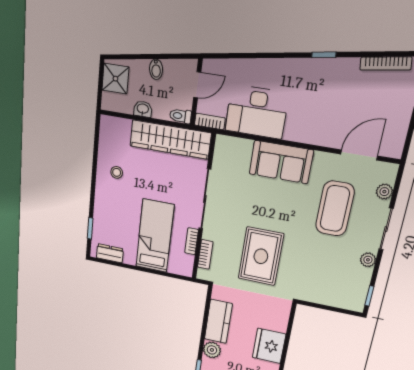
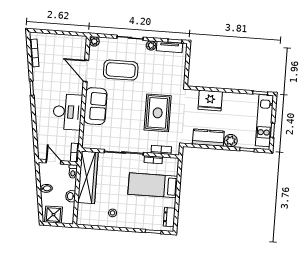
desk: (257, 112) -> (67, 112), moved
door: (359, 155) -> (86, 71), moved
plant: (384, 192) -> (94, 41), moved
rug: (261, 256) -> (158, 113), turned 90
tv unit: (361, 287) -> (169, 47), added
fridge: (269, 346) -> (210, 100), moved

